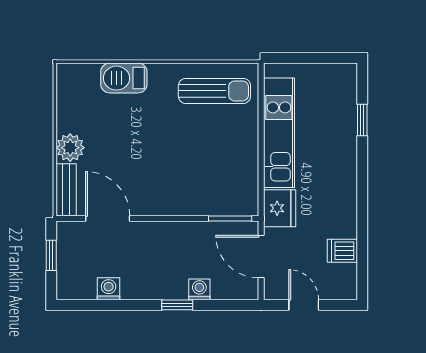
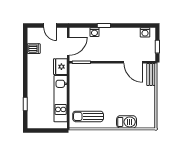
plant: (70, 148) -> (149, 92), removed
door: (261, 257) -> (68, 46), hinge flipped
washing machine: (109, 289) -> (145, 32), moved

